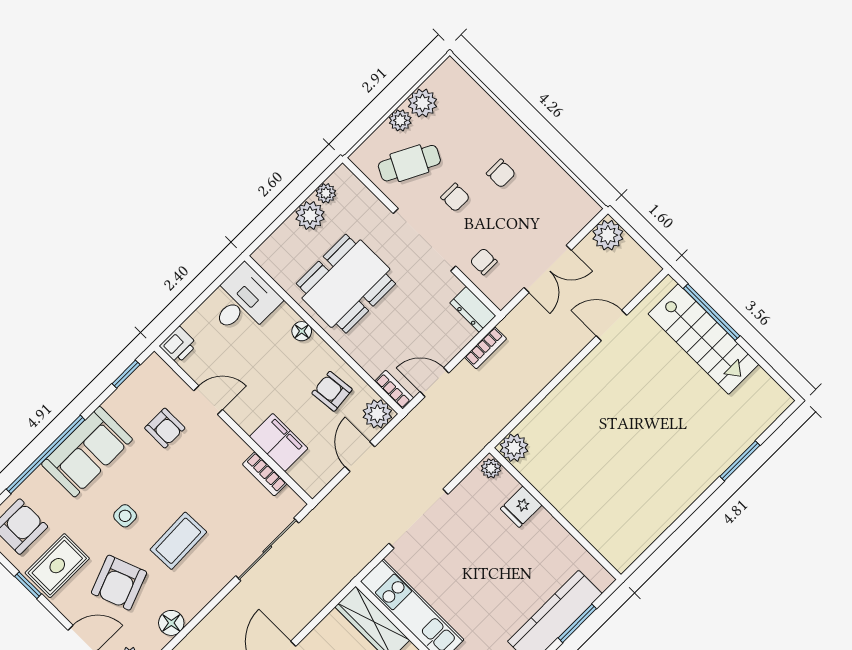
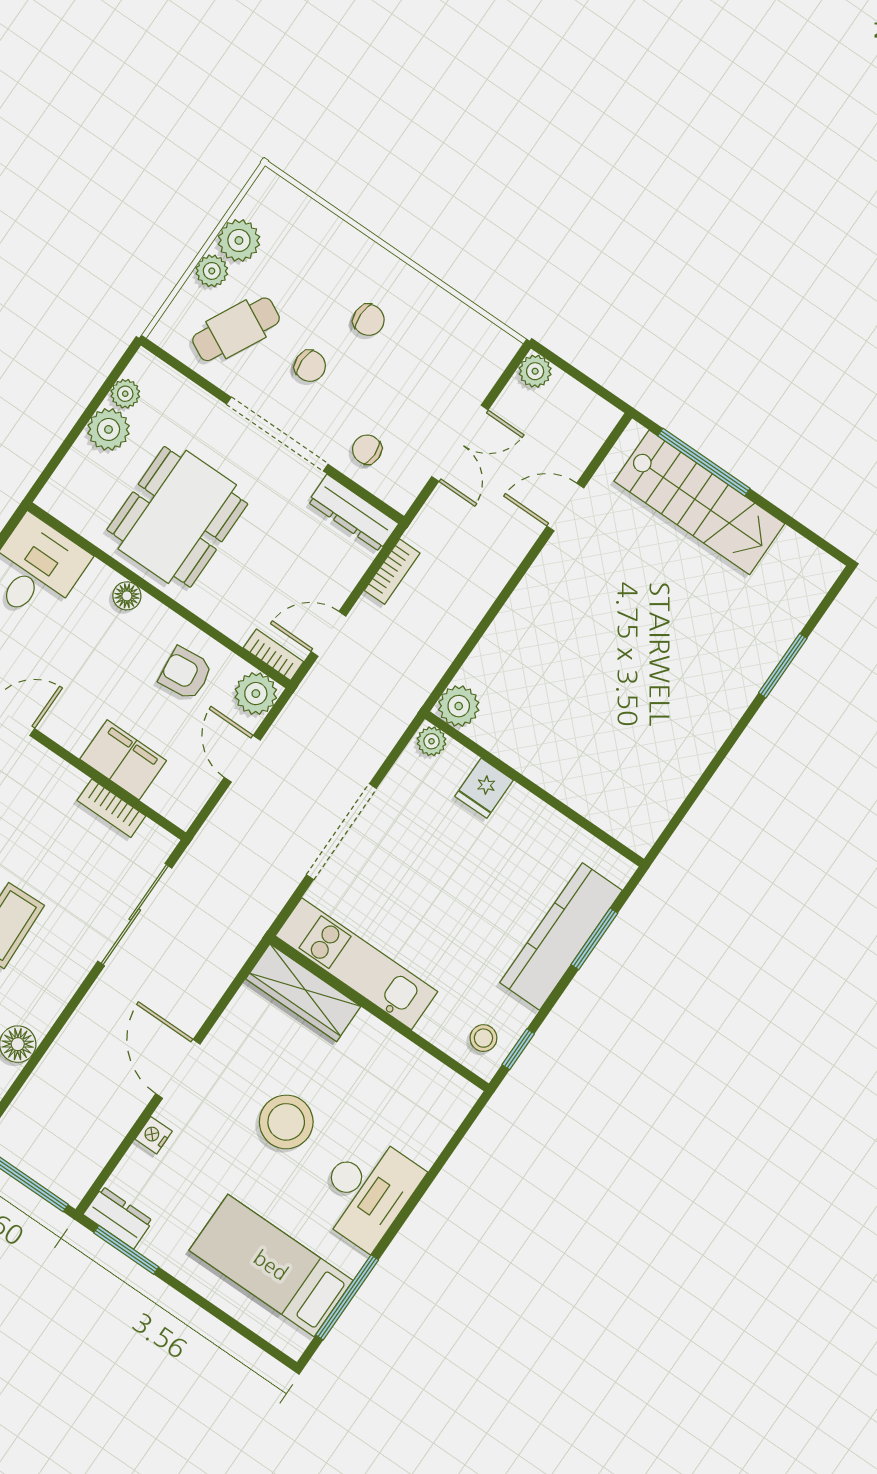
plant: (608, 235) -> (535, 371), width x0.73, depth x0.73
dresser: (473, 309) -> (353, 513), width x1.44

